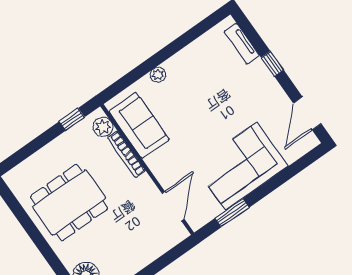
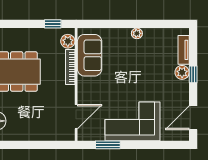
plant: (258, 71) -> (182, 72), added
plant: (158, 75) -> (137, 33), moved

